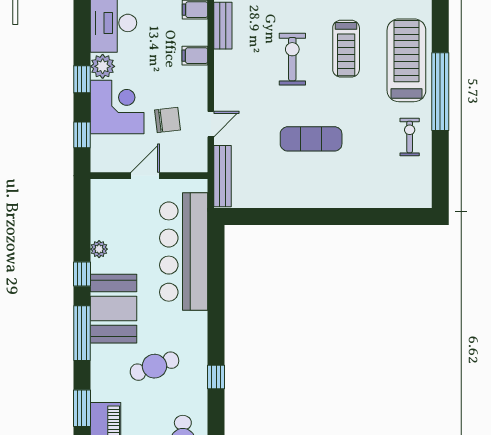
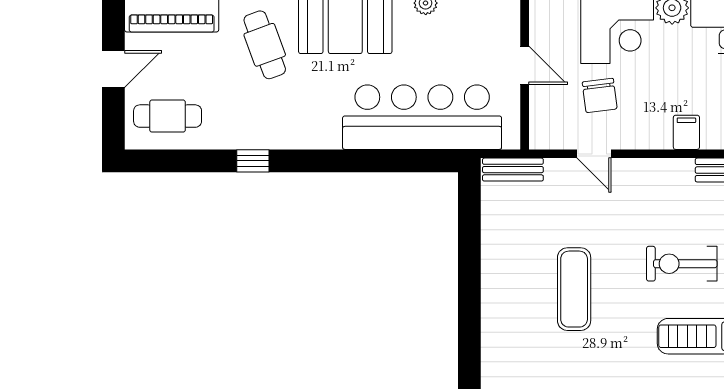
exercise bike: (292, 59) -> (682, 264), turned 180
bench: (222, 176) -> (513, 170), width x0.73
cafe table: (154, 366) -> (265, 45), moved

